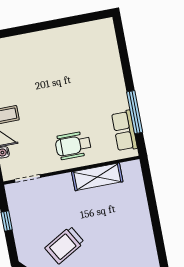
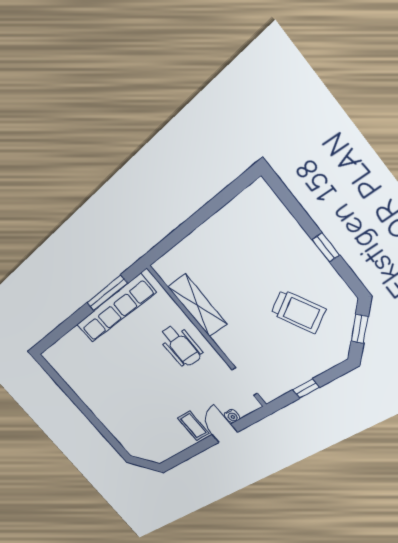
row of seats: (124, 131) -> (115, 309), width x2.02

